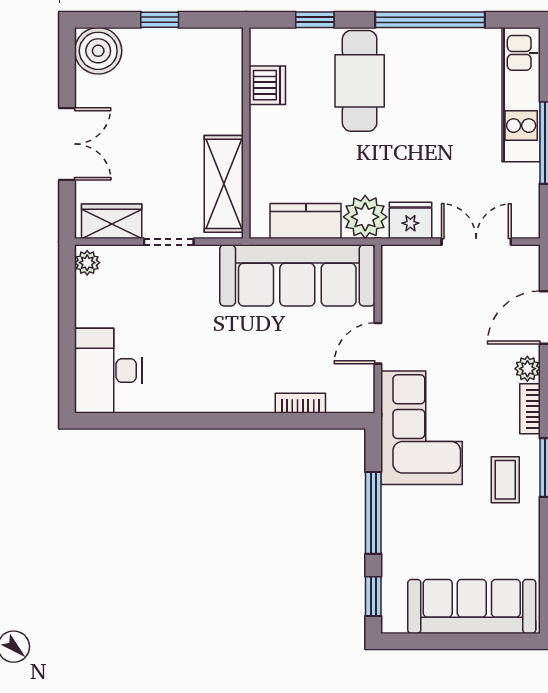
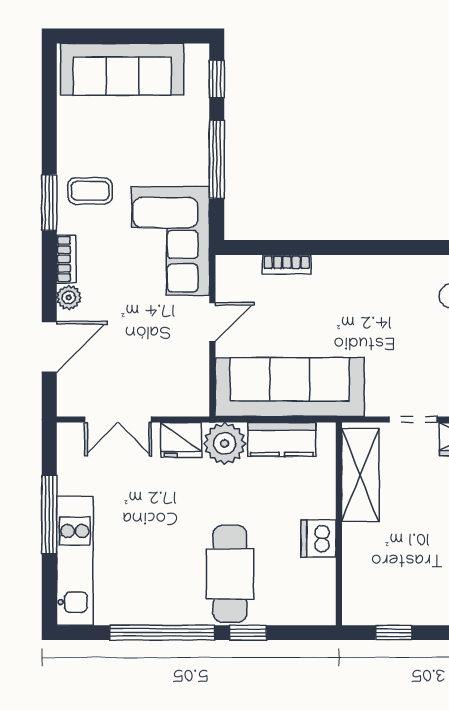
window: (160, 20) -> (394, 633), moved
window: (315, 20) -> (248, 633), moved
dishwasher: (267, 85) -> (318, 538), moved
coffee table: (505, 480) -> (90, 191), turned 90

